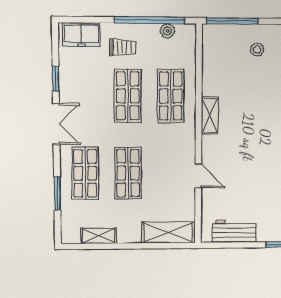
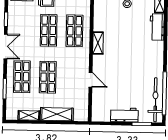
workbench: (234, 231) -> (124, 115), moved
shelving: (168, 232) -> (57, 114), moved

